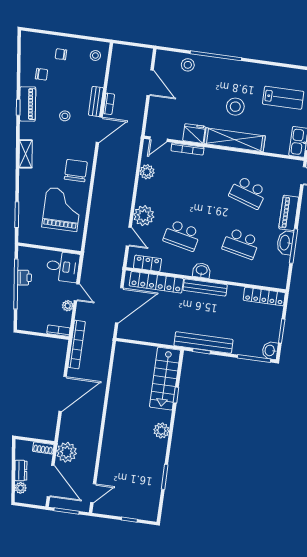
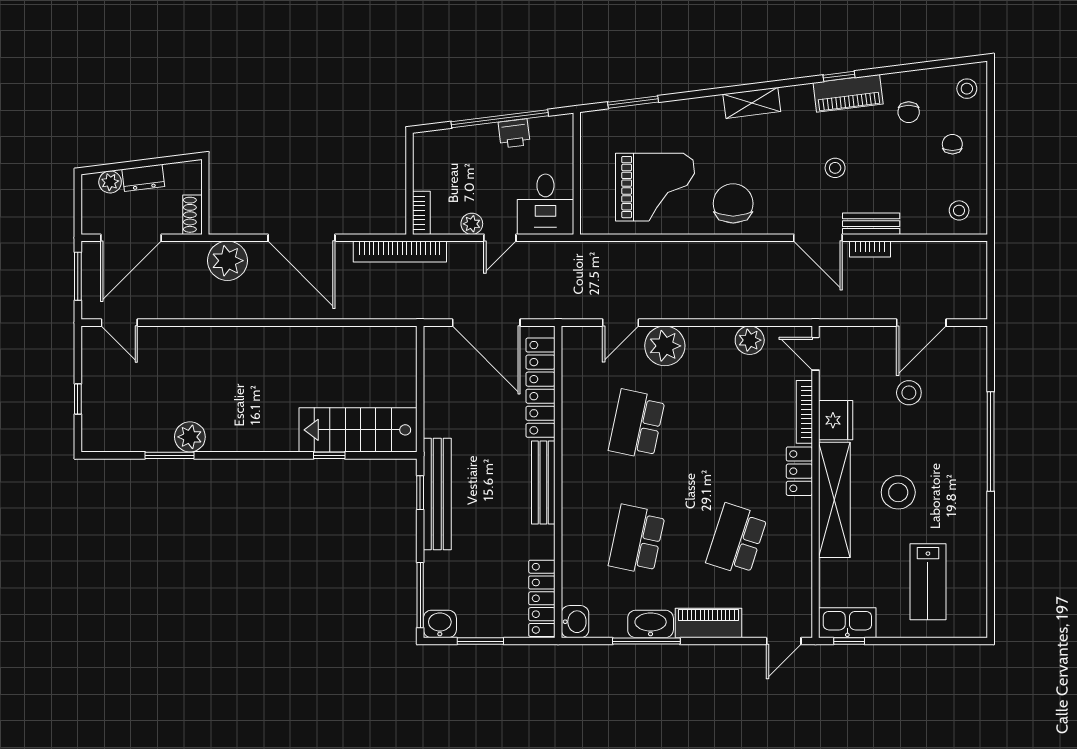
stool: (34, 43) -> (967, 89), added
stool: (188, 65) -> (909, 393), moved
chair: (76, 171) -> (733, 203), turned -90
locker: (147, 263) -> (799, 471), moved, turned 180
washbasin: (202, 270) -> (575, 622), moved
plant: (161, 430) -> (190, 437), moved
plant: (67, 452) -> (227, 261), moved

